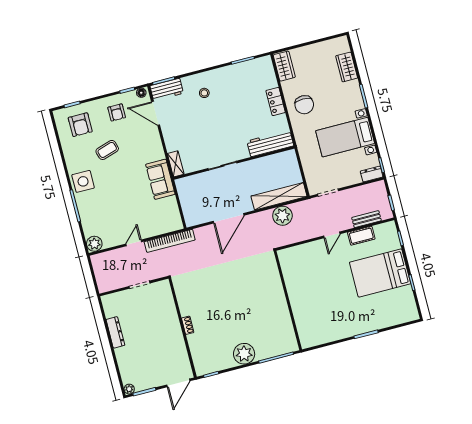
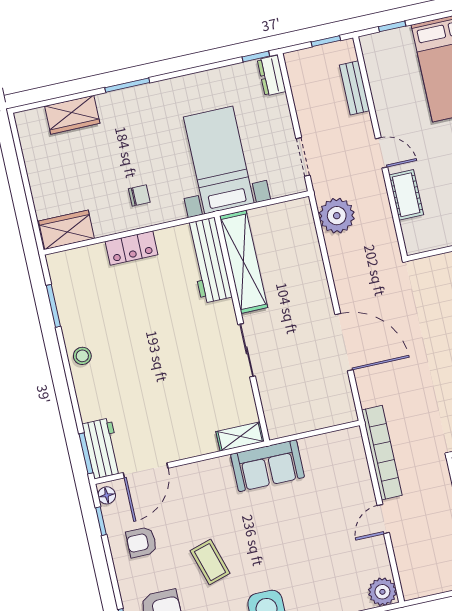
stool: (204, 93) -> (82, 356), moved
chair: (304, 105) -> (139, 195), width x0.54, depth x0.54
armchair: (117, 112) -> (141, 542), turned 180
bed with nightstands: (345, 137) -> (219, 160), moved, turned 180
shelving: (279, 196) -> (243, 262), moved
plant: (282, 216) -> (337, 216), moved
cot: (361, 236) -> (406, 195), moved
door: (134, 243) -> (383, 519), hinge flipped

